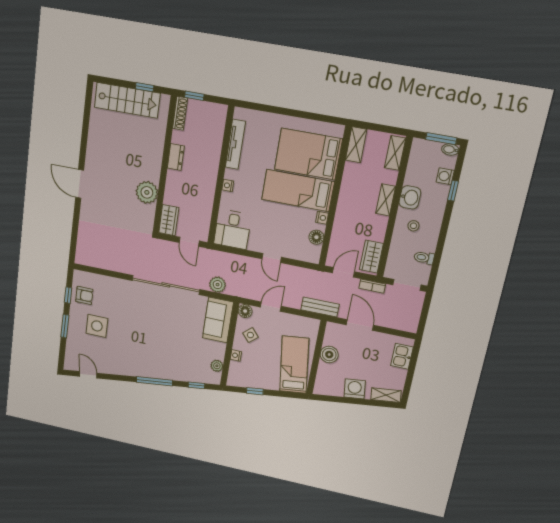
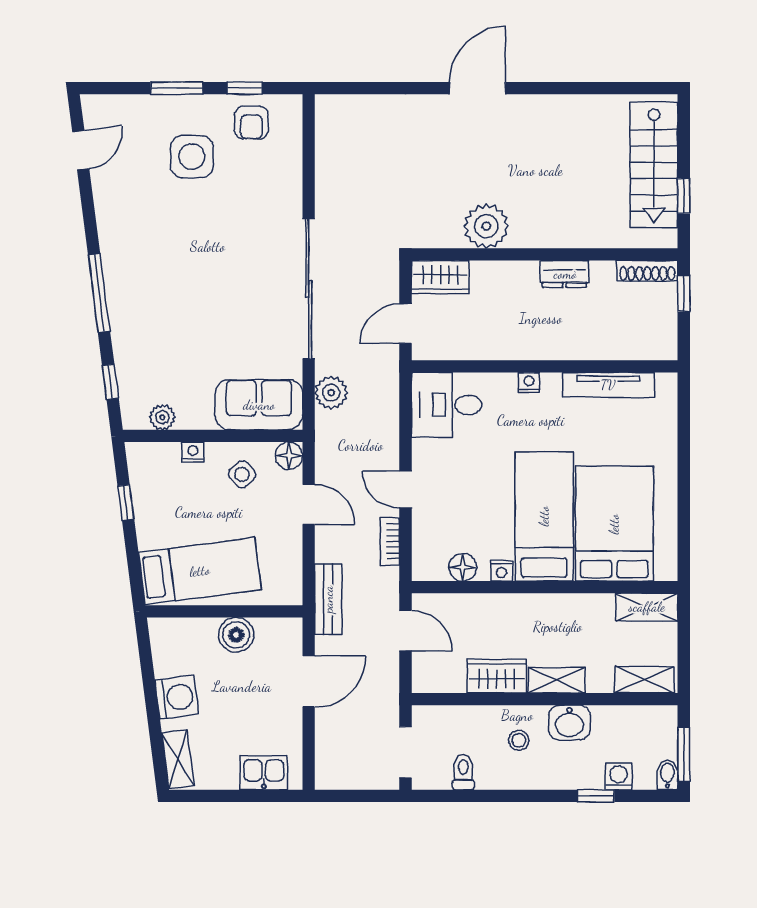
wardrobe: (371, 257) -> (497, 676), moved
door: (272, 258) -> (405, 489), hinge flipped
bookcase: (372, 286) -> (390, 542), moved

